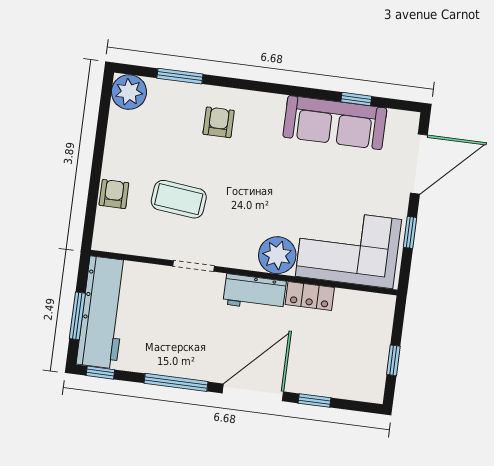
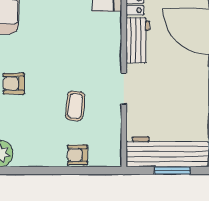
coffee table: (179, 199) -> (75, 106), width x0.73, depth x0.77
plant: (277, 255) -> (107, 27), removed

